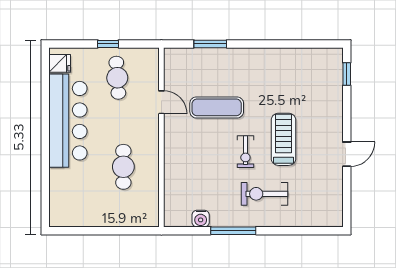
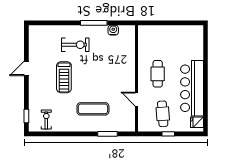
exercise mat: (217, 107) -> (93, 109), moved
exercise bike: (245, 152) -> (46, 120), moved
cafe table: (123, 167) -> (158, 74), moved

